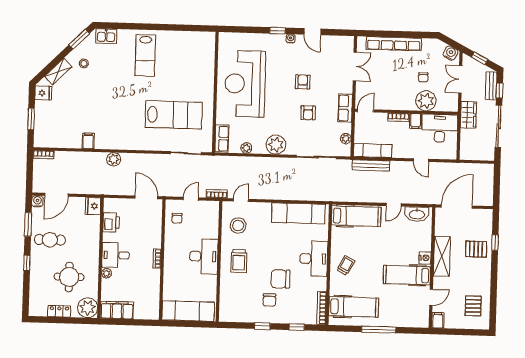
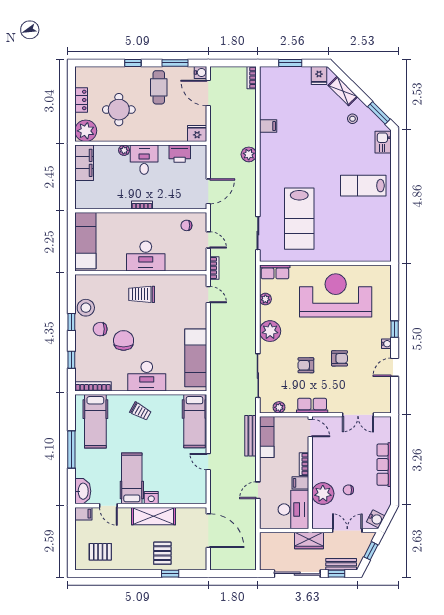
row of seats: (394, 44) -> (384, 465), width x0.73
washbasin: (417, 214) -> (83, 491), moved, turned 180
stool: (238, 226) -> (86, 308), moved

